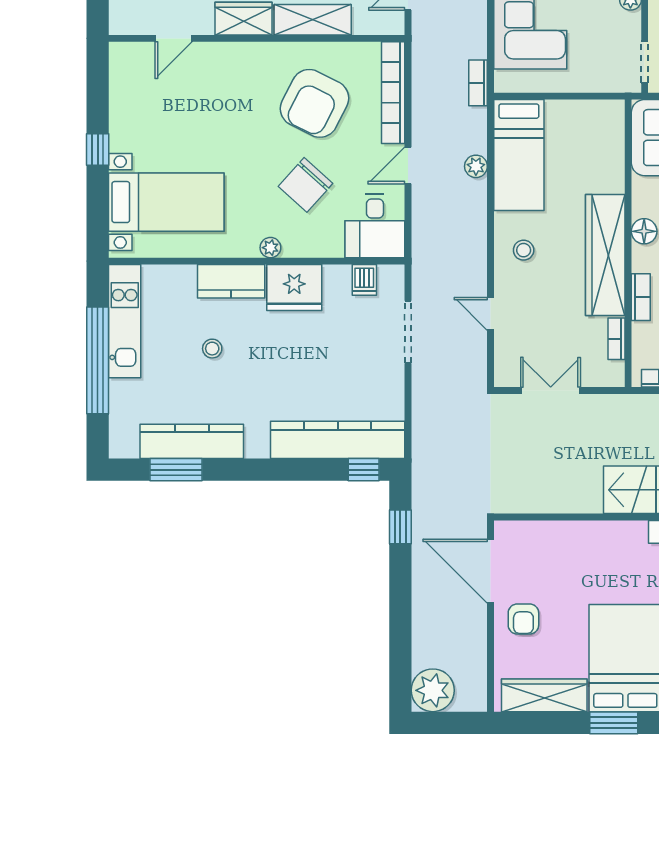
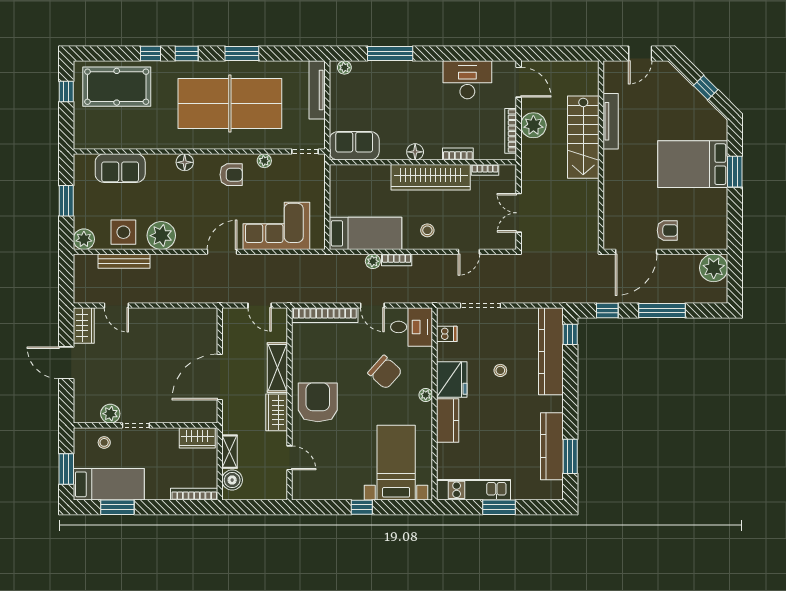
bookcase: (478, 83) -> (397, 260), moved
armchair: (315, 103) -> (318, 402), moved, turned -117
stool: (212, 349) -> (500, 370), moved
window: (98, 360) -> (499, 507), width x0.47
window: (400, 611) -> (662, 310), added
plant: (433, 690) -> (714, 268), moved
wardrobe: (544, 695) -> (717, 217), removed

